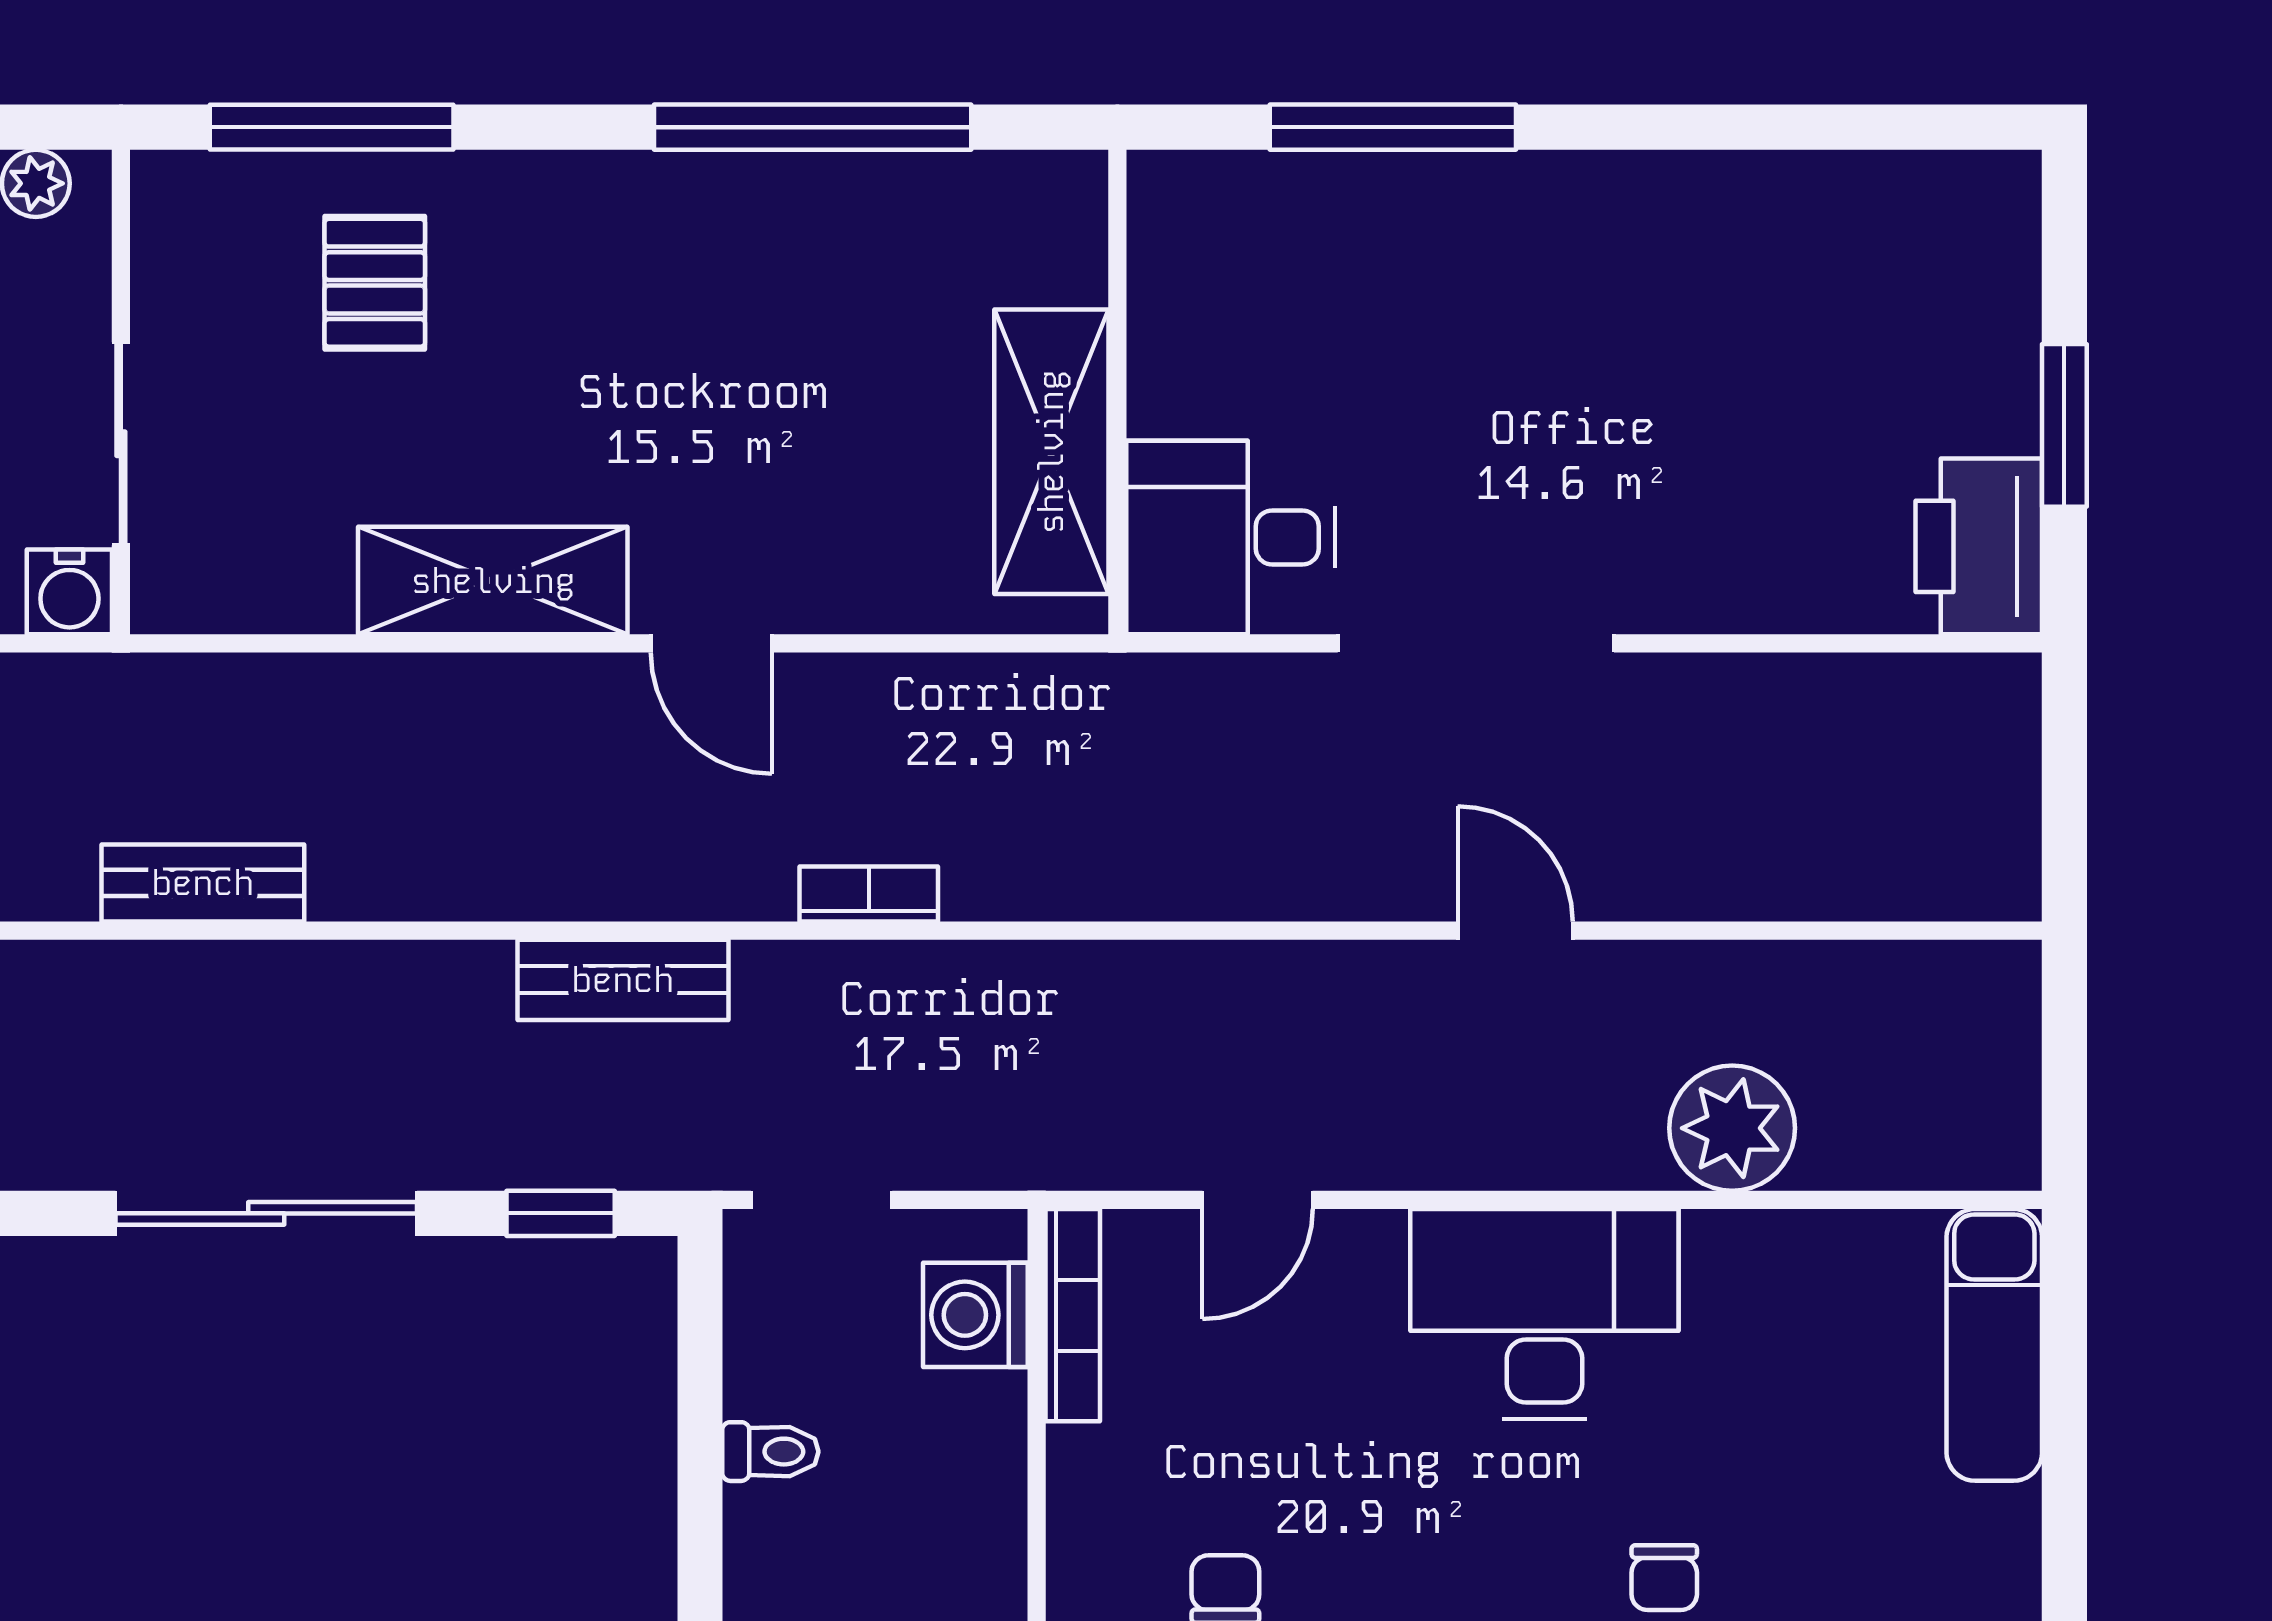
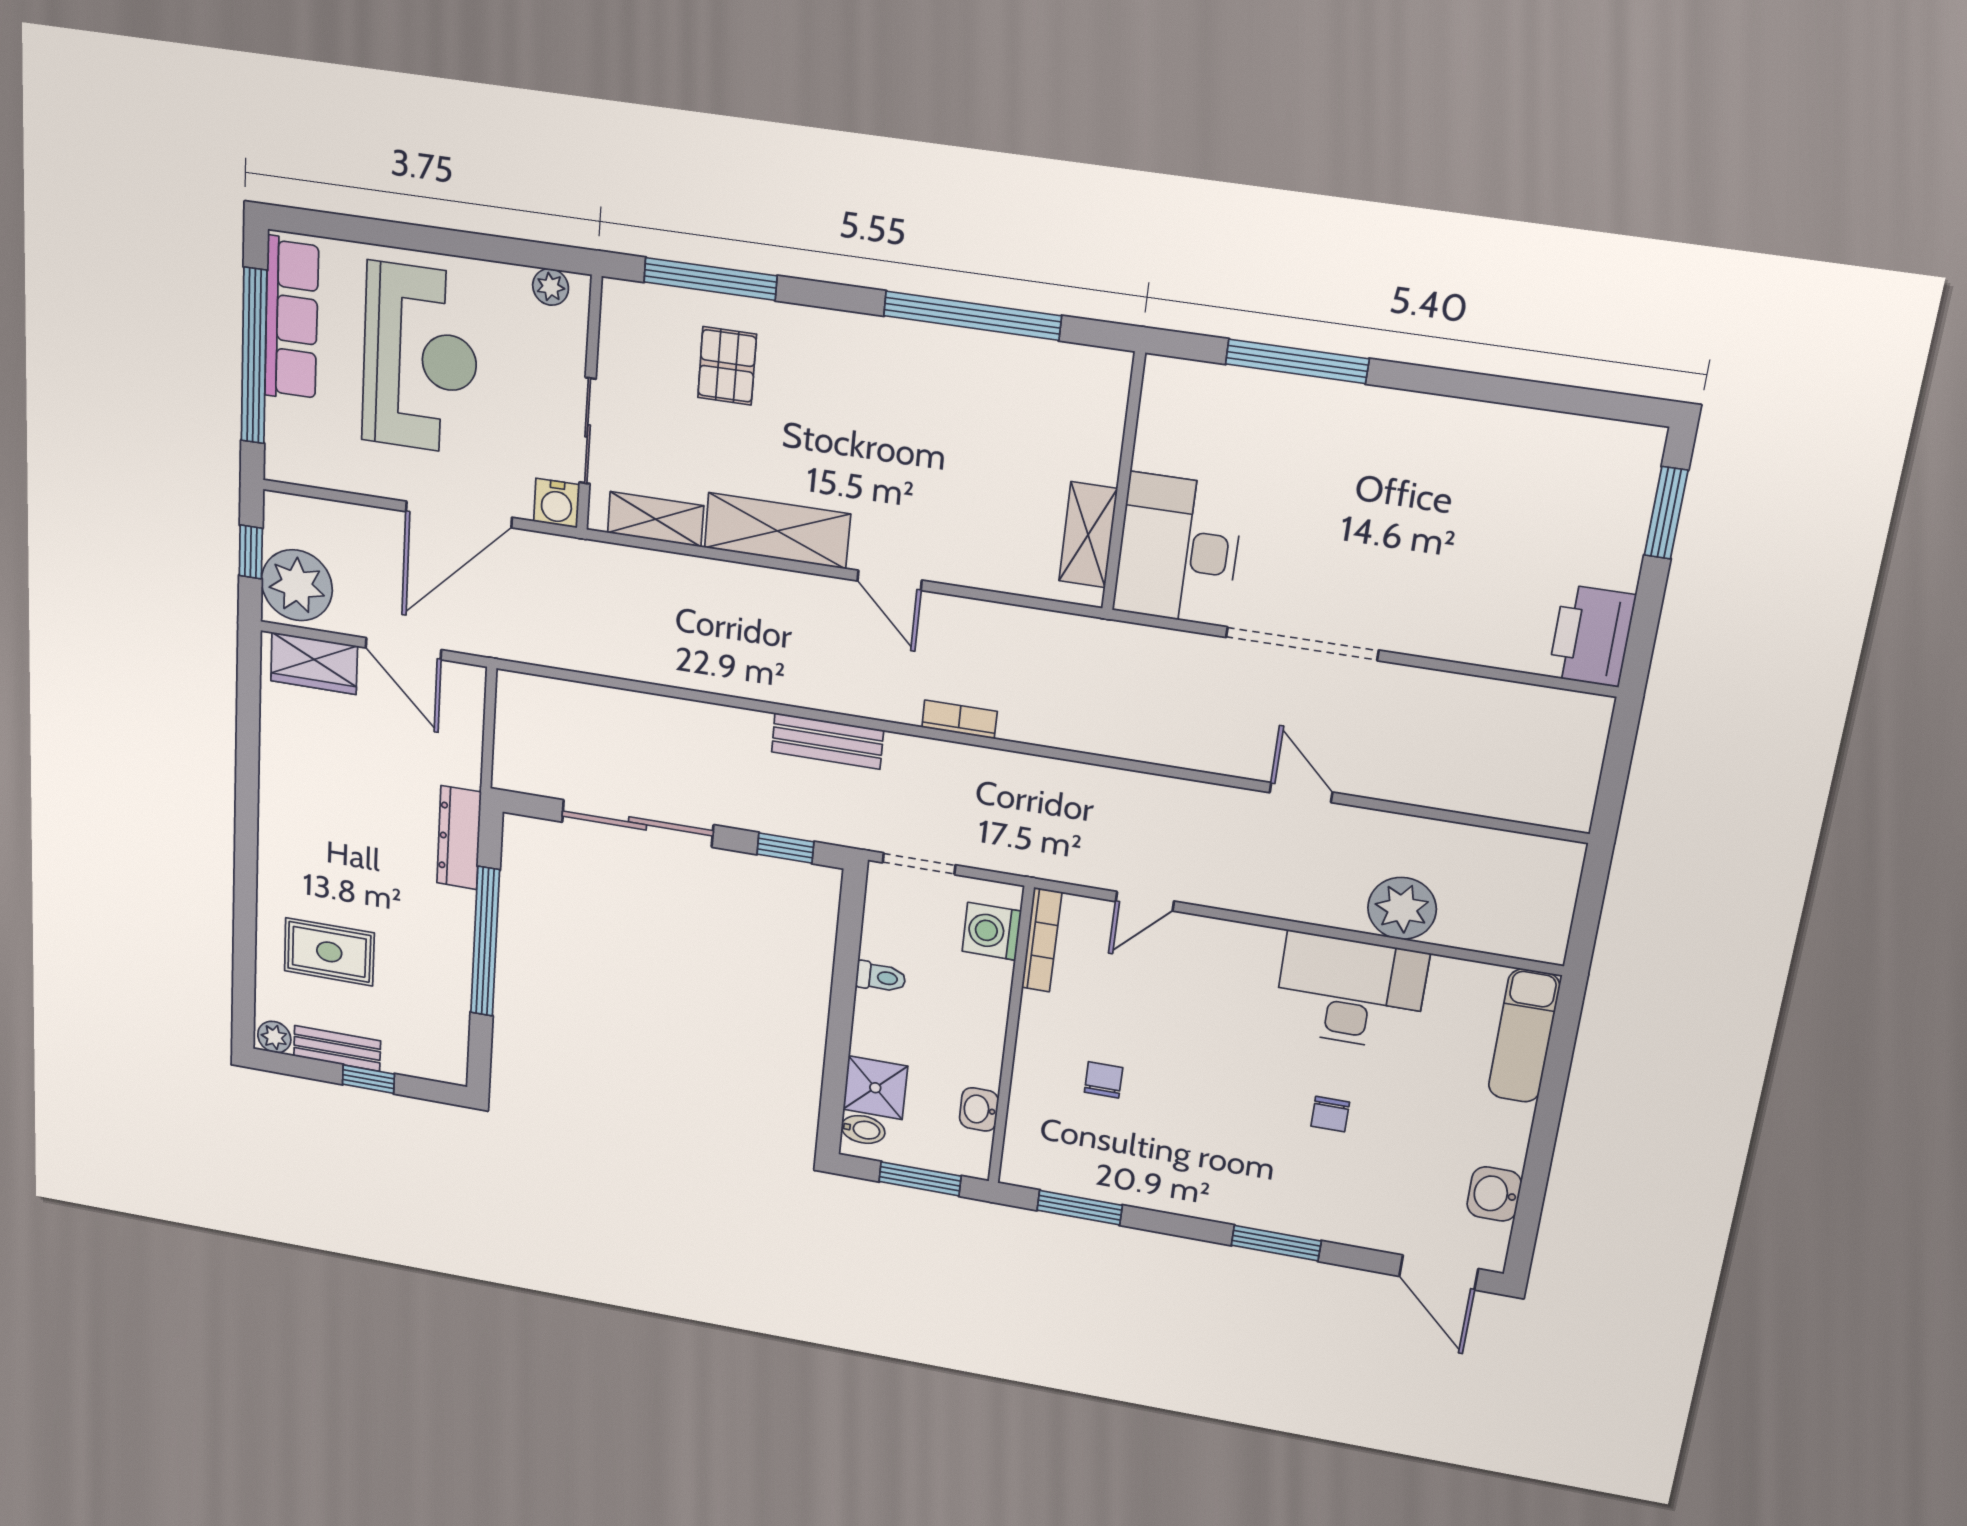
window: (2064, 425) -> (1666, 513), moved
shelving: (1051, 452) -> (1088, 535), width x0.67, depth x0.75
desk: (1231, 537) -> (1178, 550), width x1.37
shelving: (261, 594) -> (656, 519), added
bench: (203, 883) -> (616, 659), removed
desk: (1544, 1314) -> (1351, 991), moved

